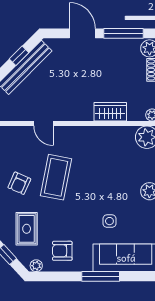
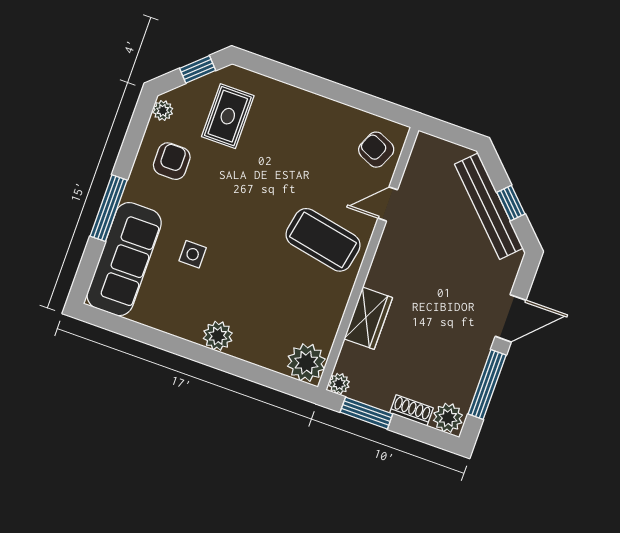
coffee table: (56, 177) -> (323, 240), moved
armchair: (19, 183) -> (376, 150), moved
rug: (27, 229) -> (228, 116), turned 90

